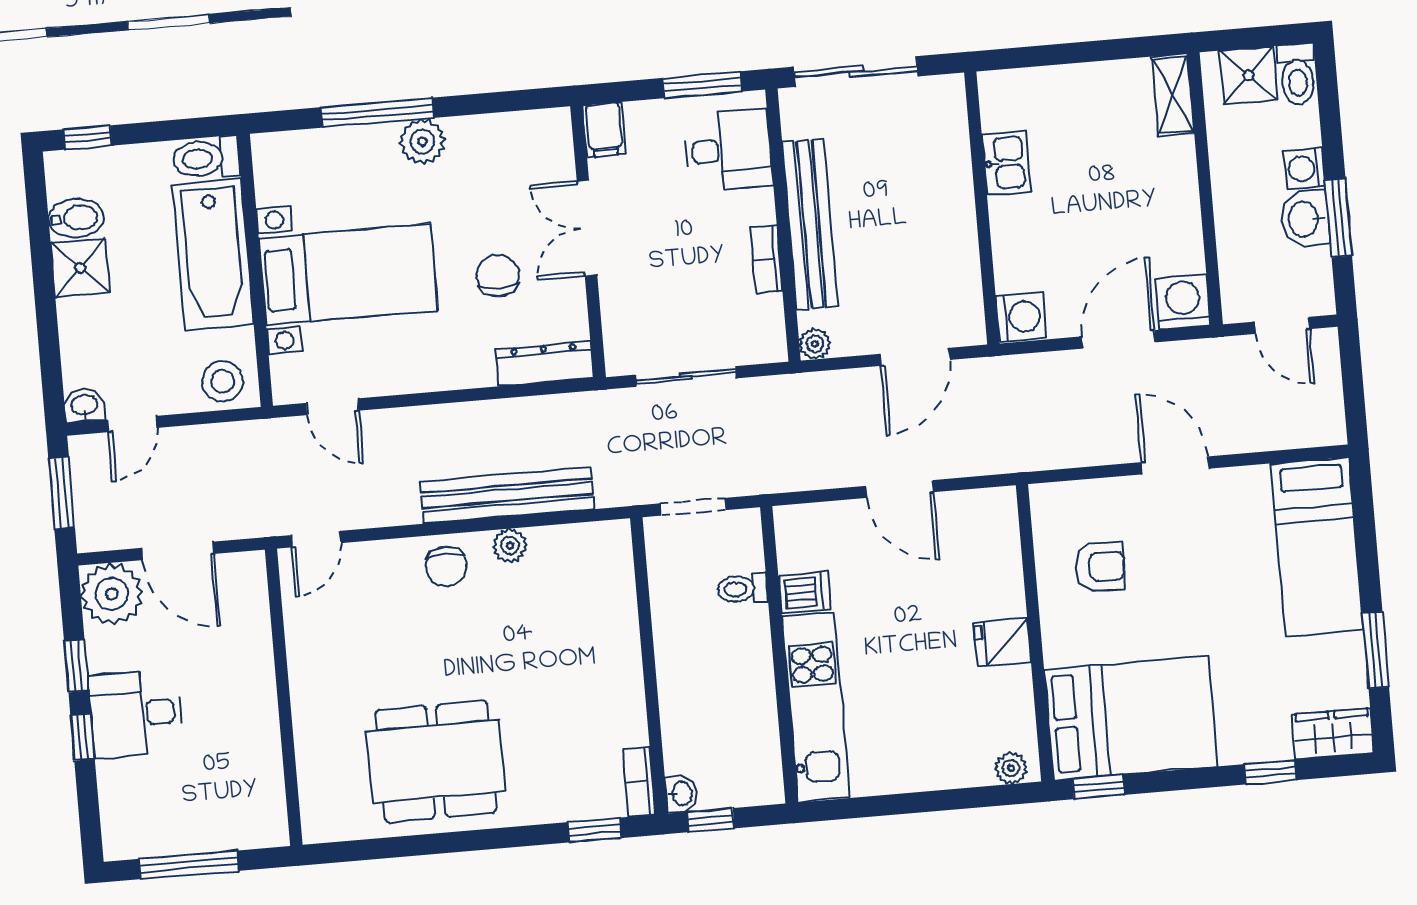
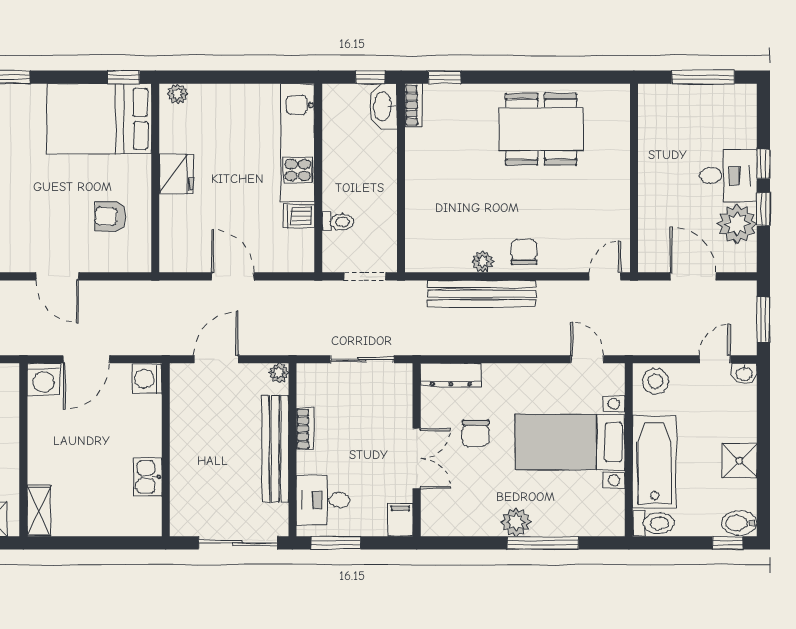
bidet: (76, 218) -> (739, 523), moved
plant: (112, 594) -> (737, 224), moved
fridge: (1002, 642) -> (176, 174), width x1.38
washbasin: (681, 794) -> (383, 106), width x1.91, depth x1.45

